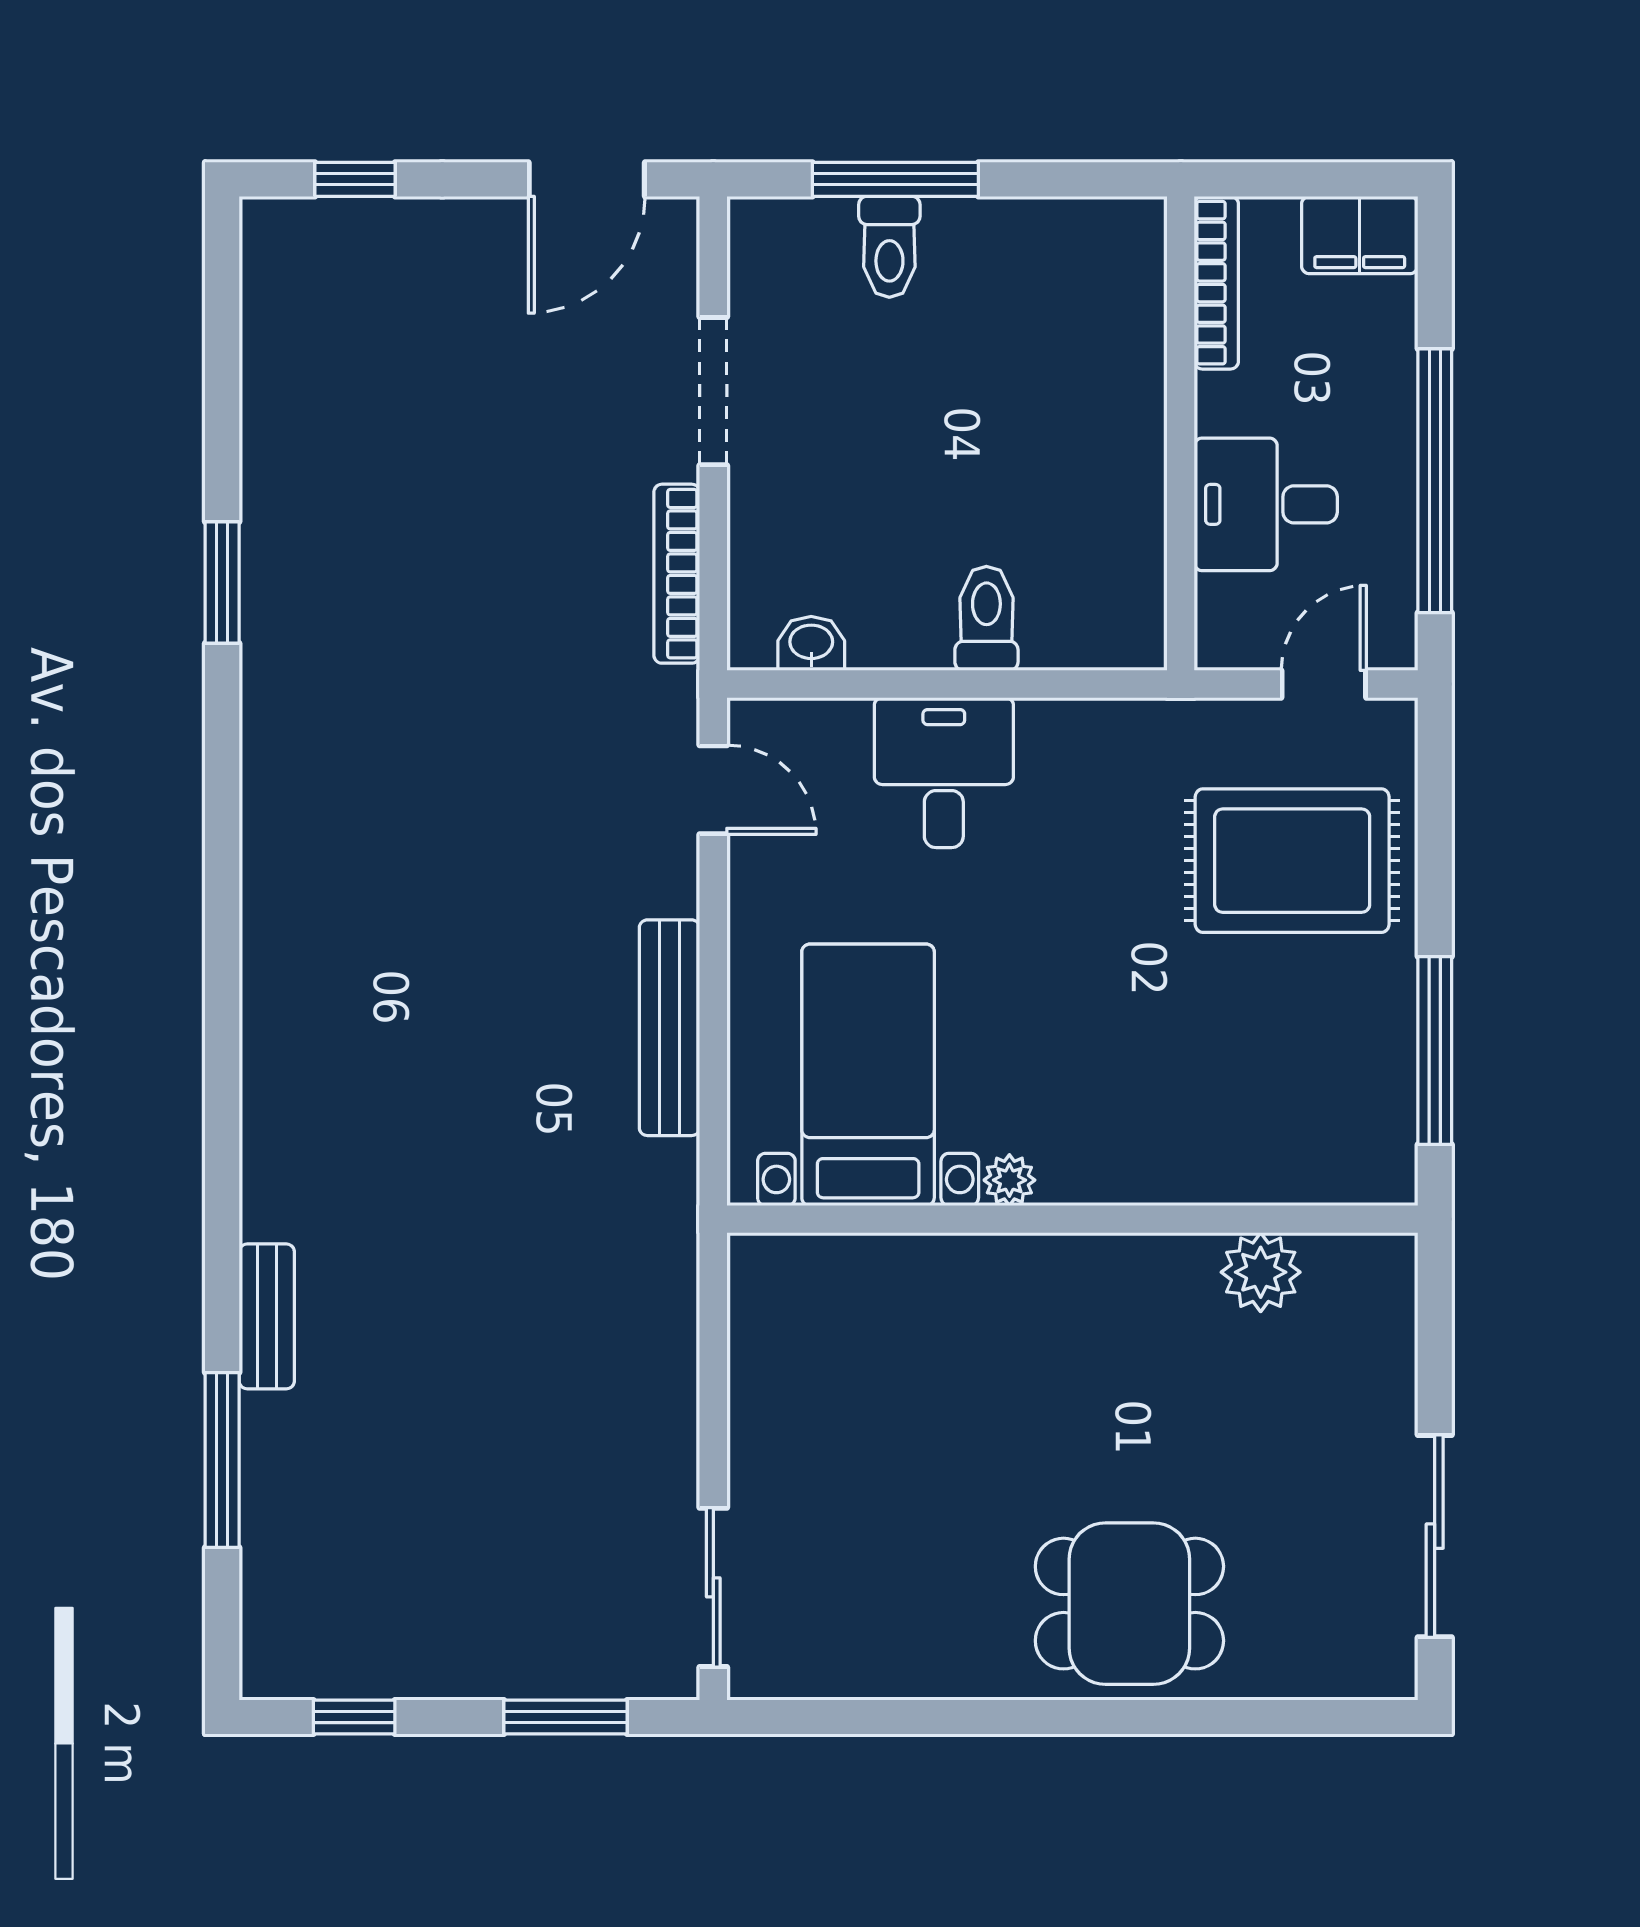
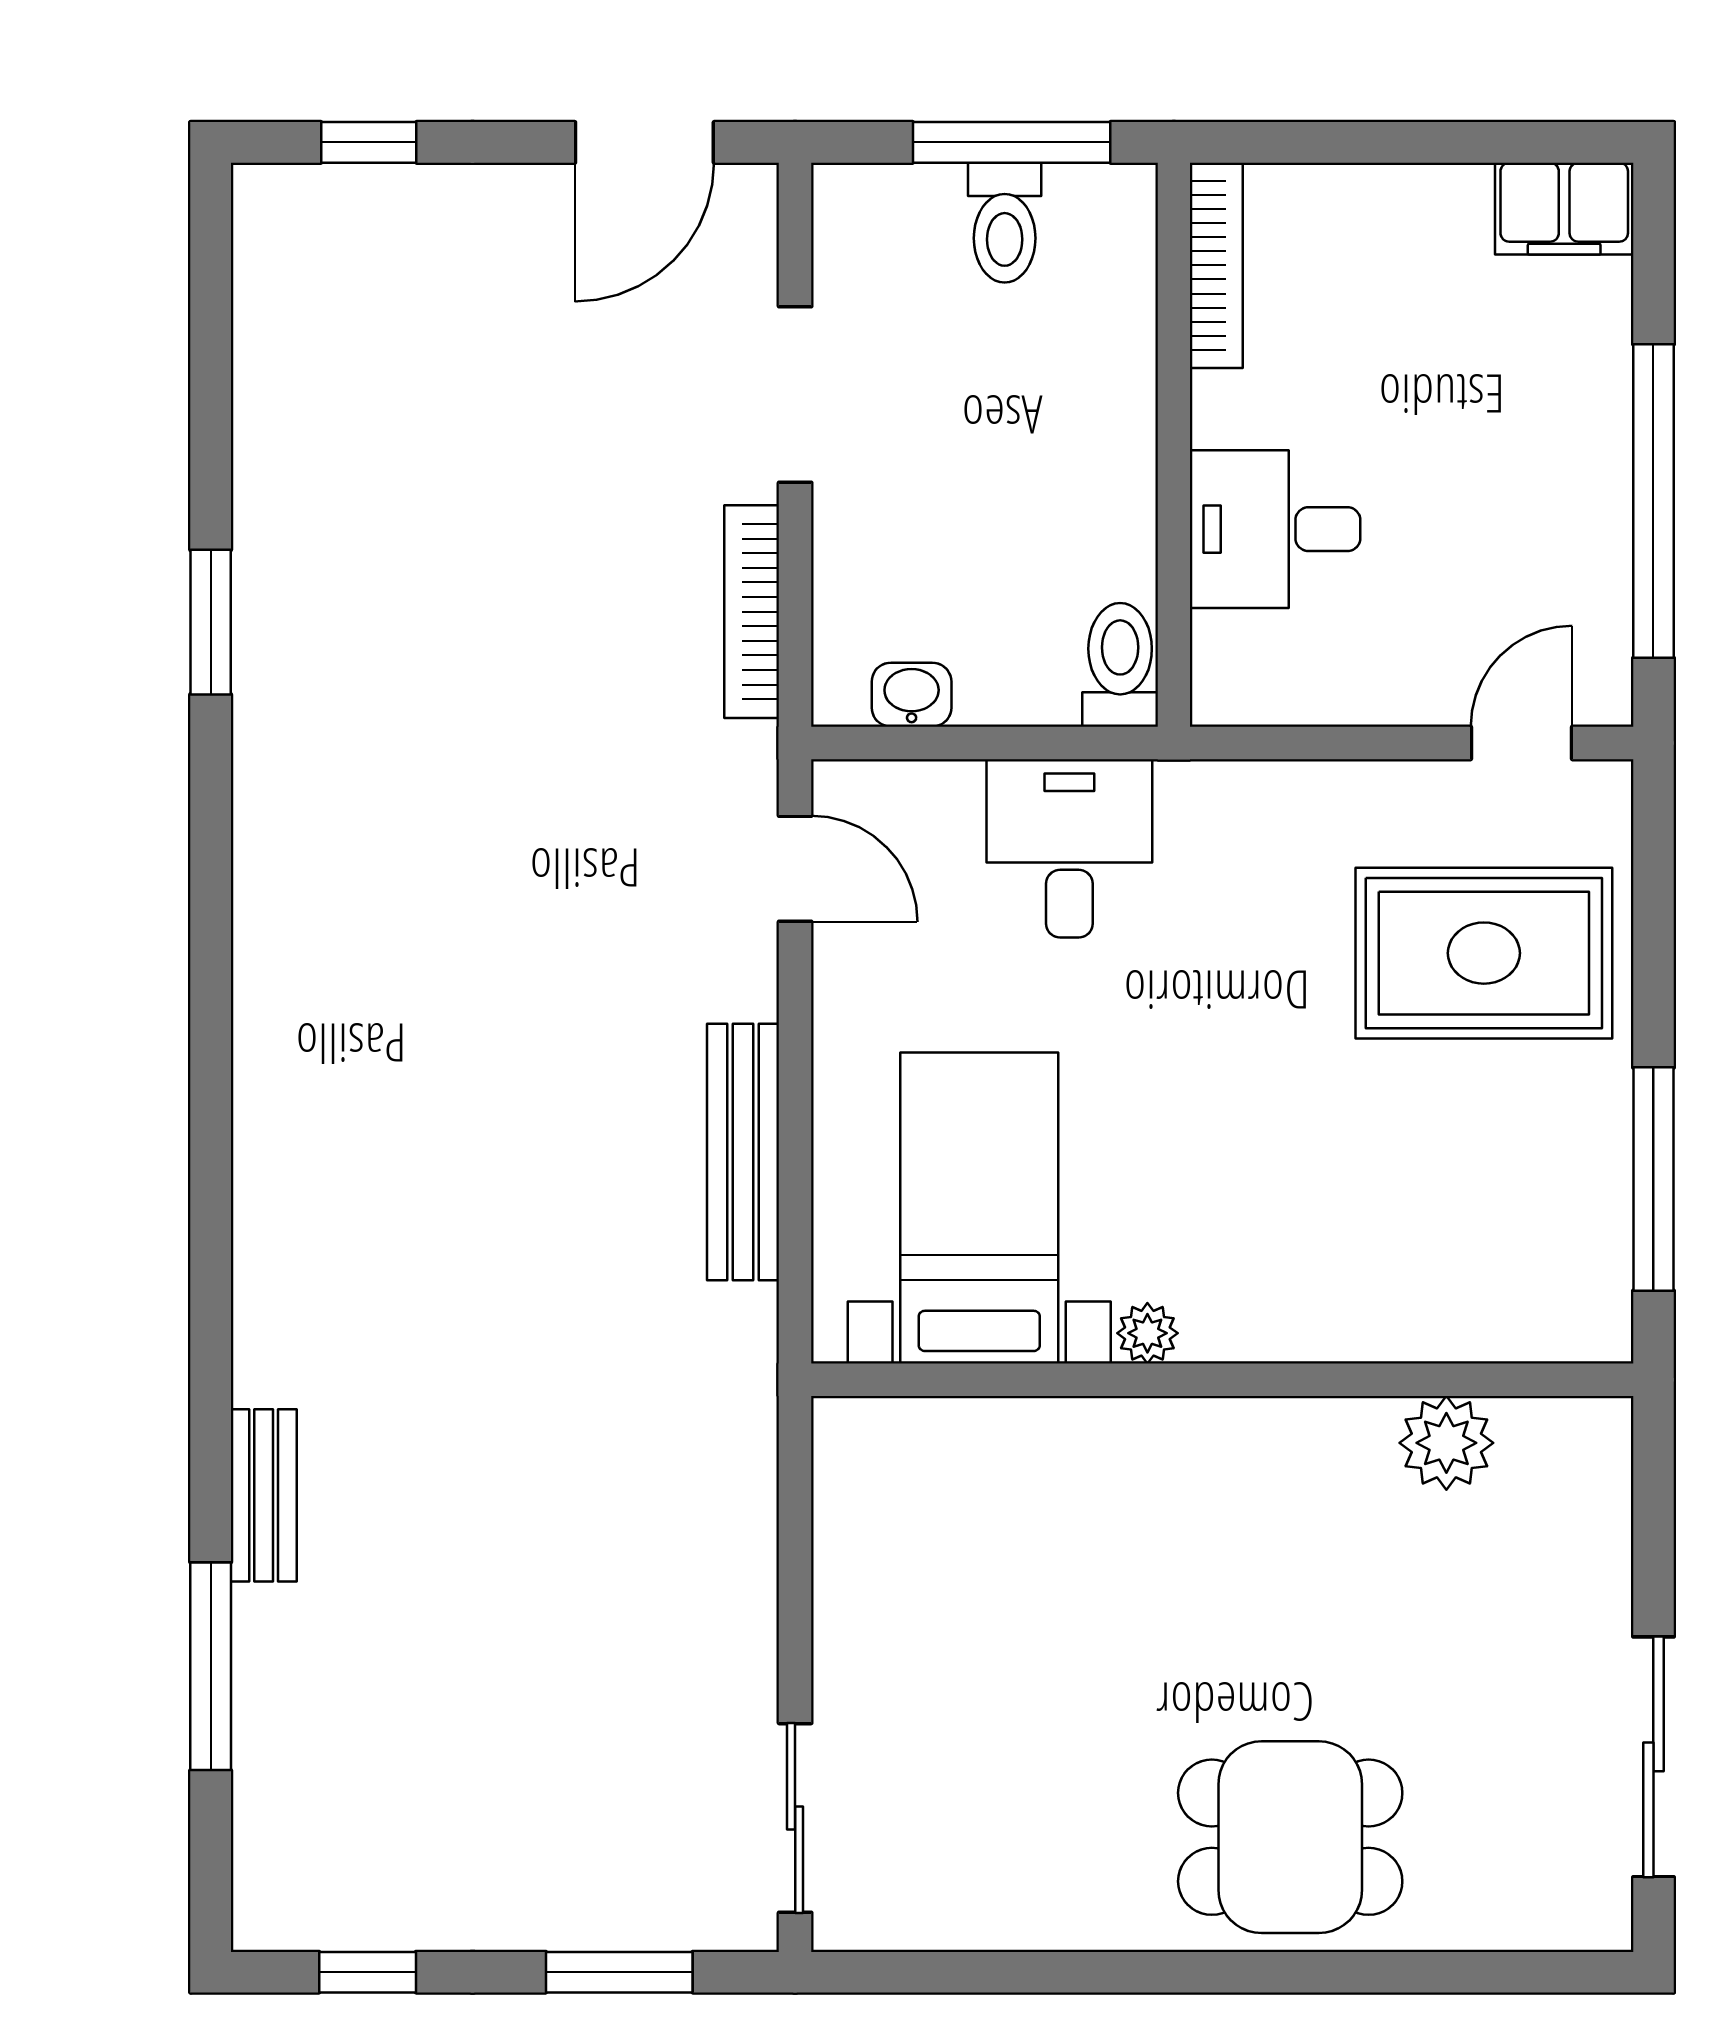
bookcase: (1216, 283) -> (1216, 265), moved
wall: (1181, 433) -> (1174, 445), moved
desk: (1266, 504) -> (1275, 529), moved

